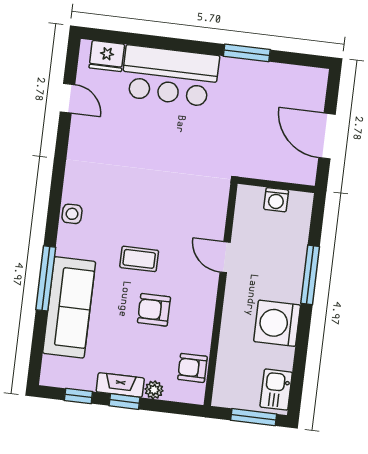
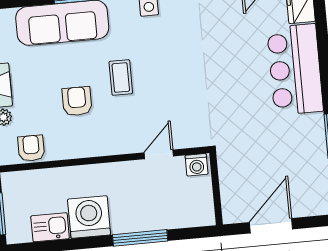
washing machine: (276, 200) -> (197, 165), moved, turned -90
door: (225, 257) -> (159, 154), moved
kitchen sink: (276, 390) -> (50, 227), moved

